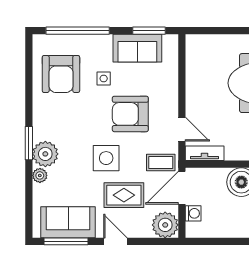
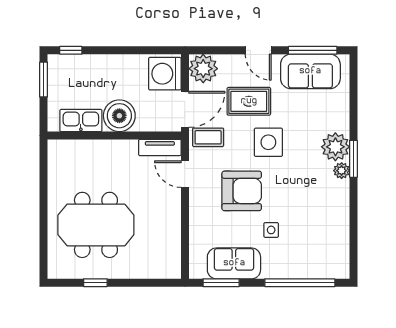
armchair: (61, 74) -> (318, 235), removed
plant: (40, 175) -> (342, 171), moved
washing machine: (193, 213) -> (165, 74), width x1.89, depth x1.89

